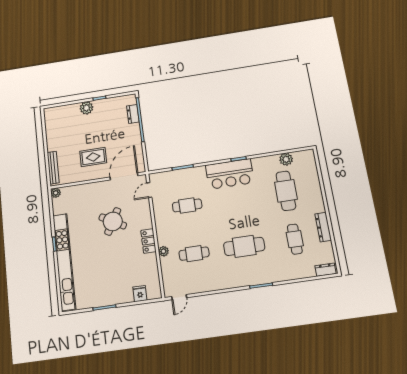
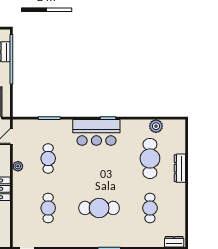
cafe table: (187, 205) -> (48, 158), turned 90
dresser: (323, 227) -> (180, 168), moved
plant: (164, 251) -> (18, 166), moved
cafe table: (194, 254) -> (48, 208), turned 90

